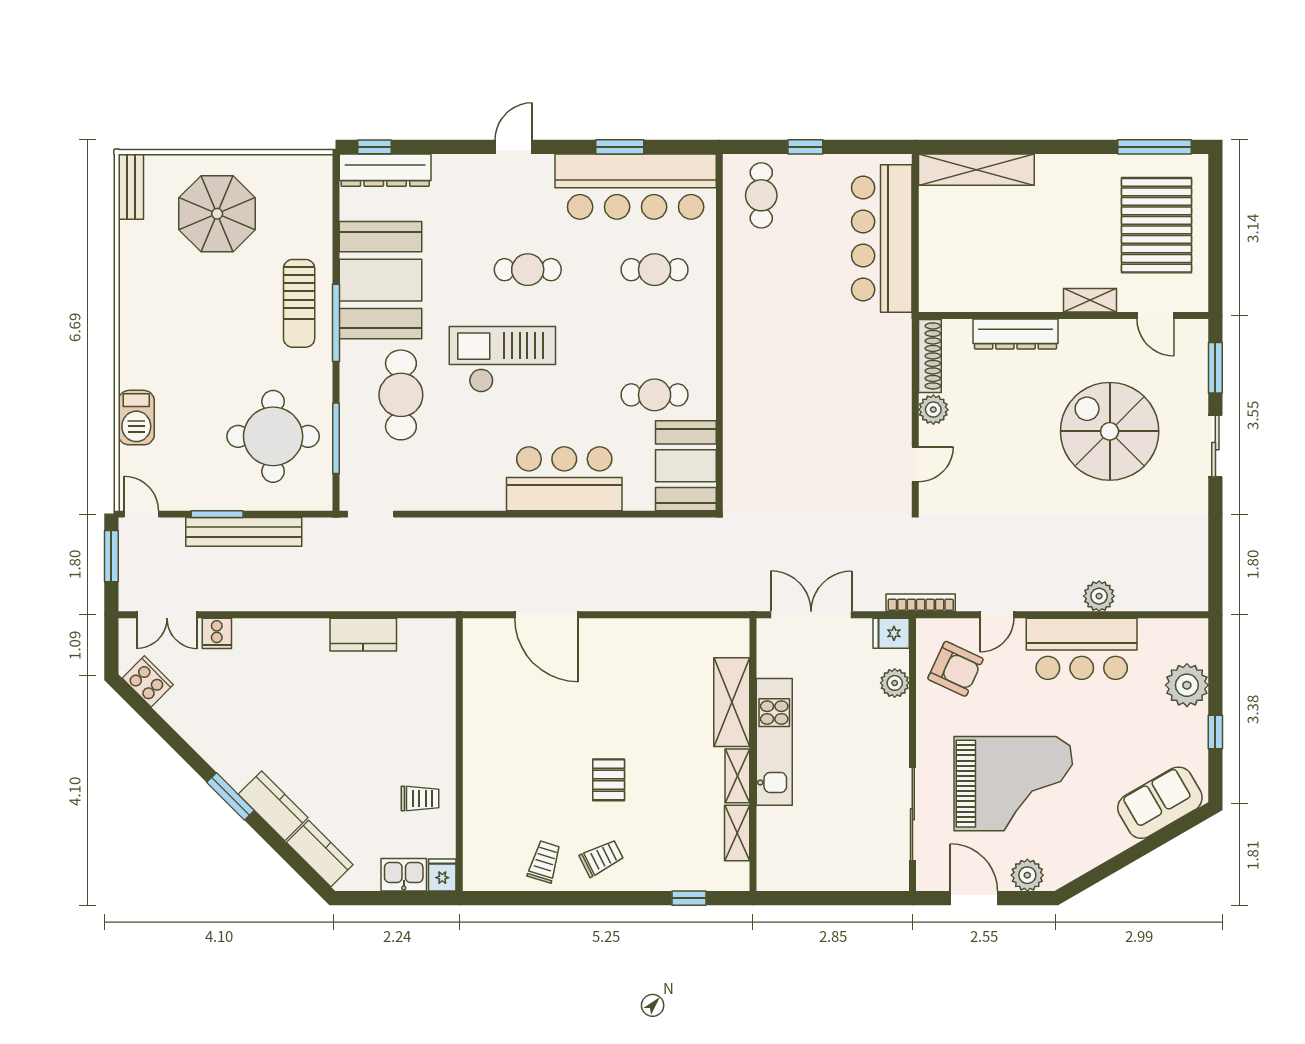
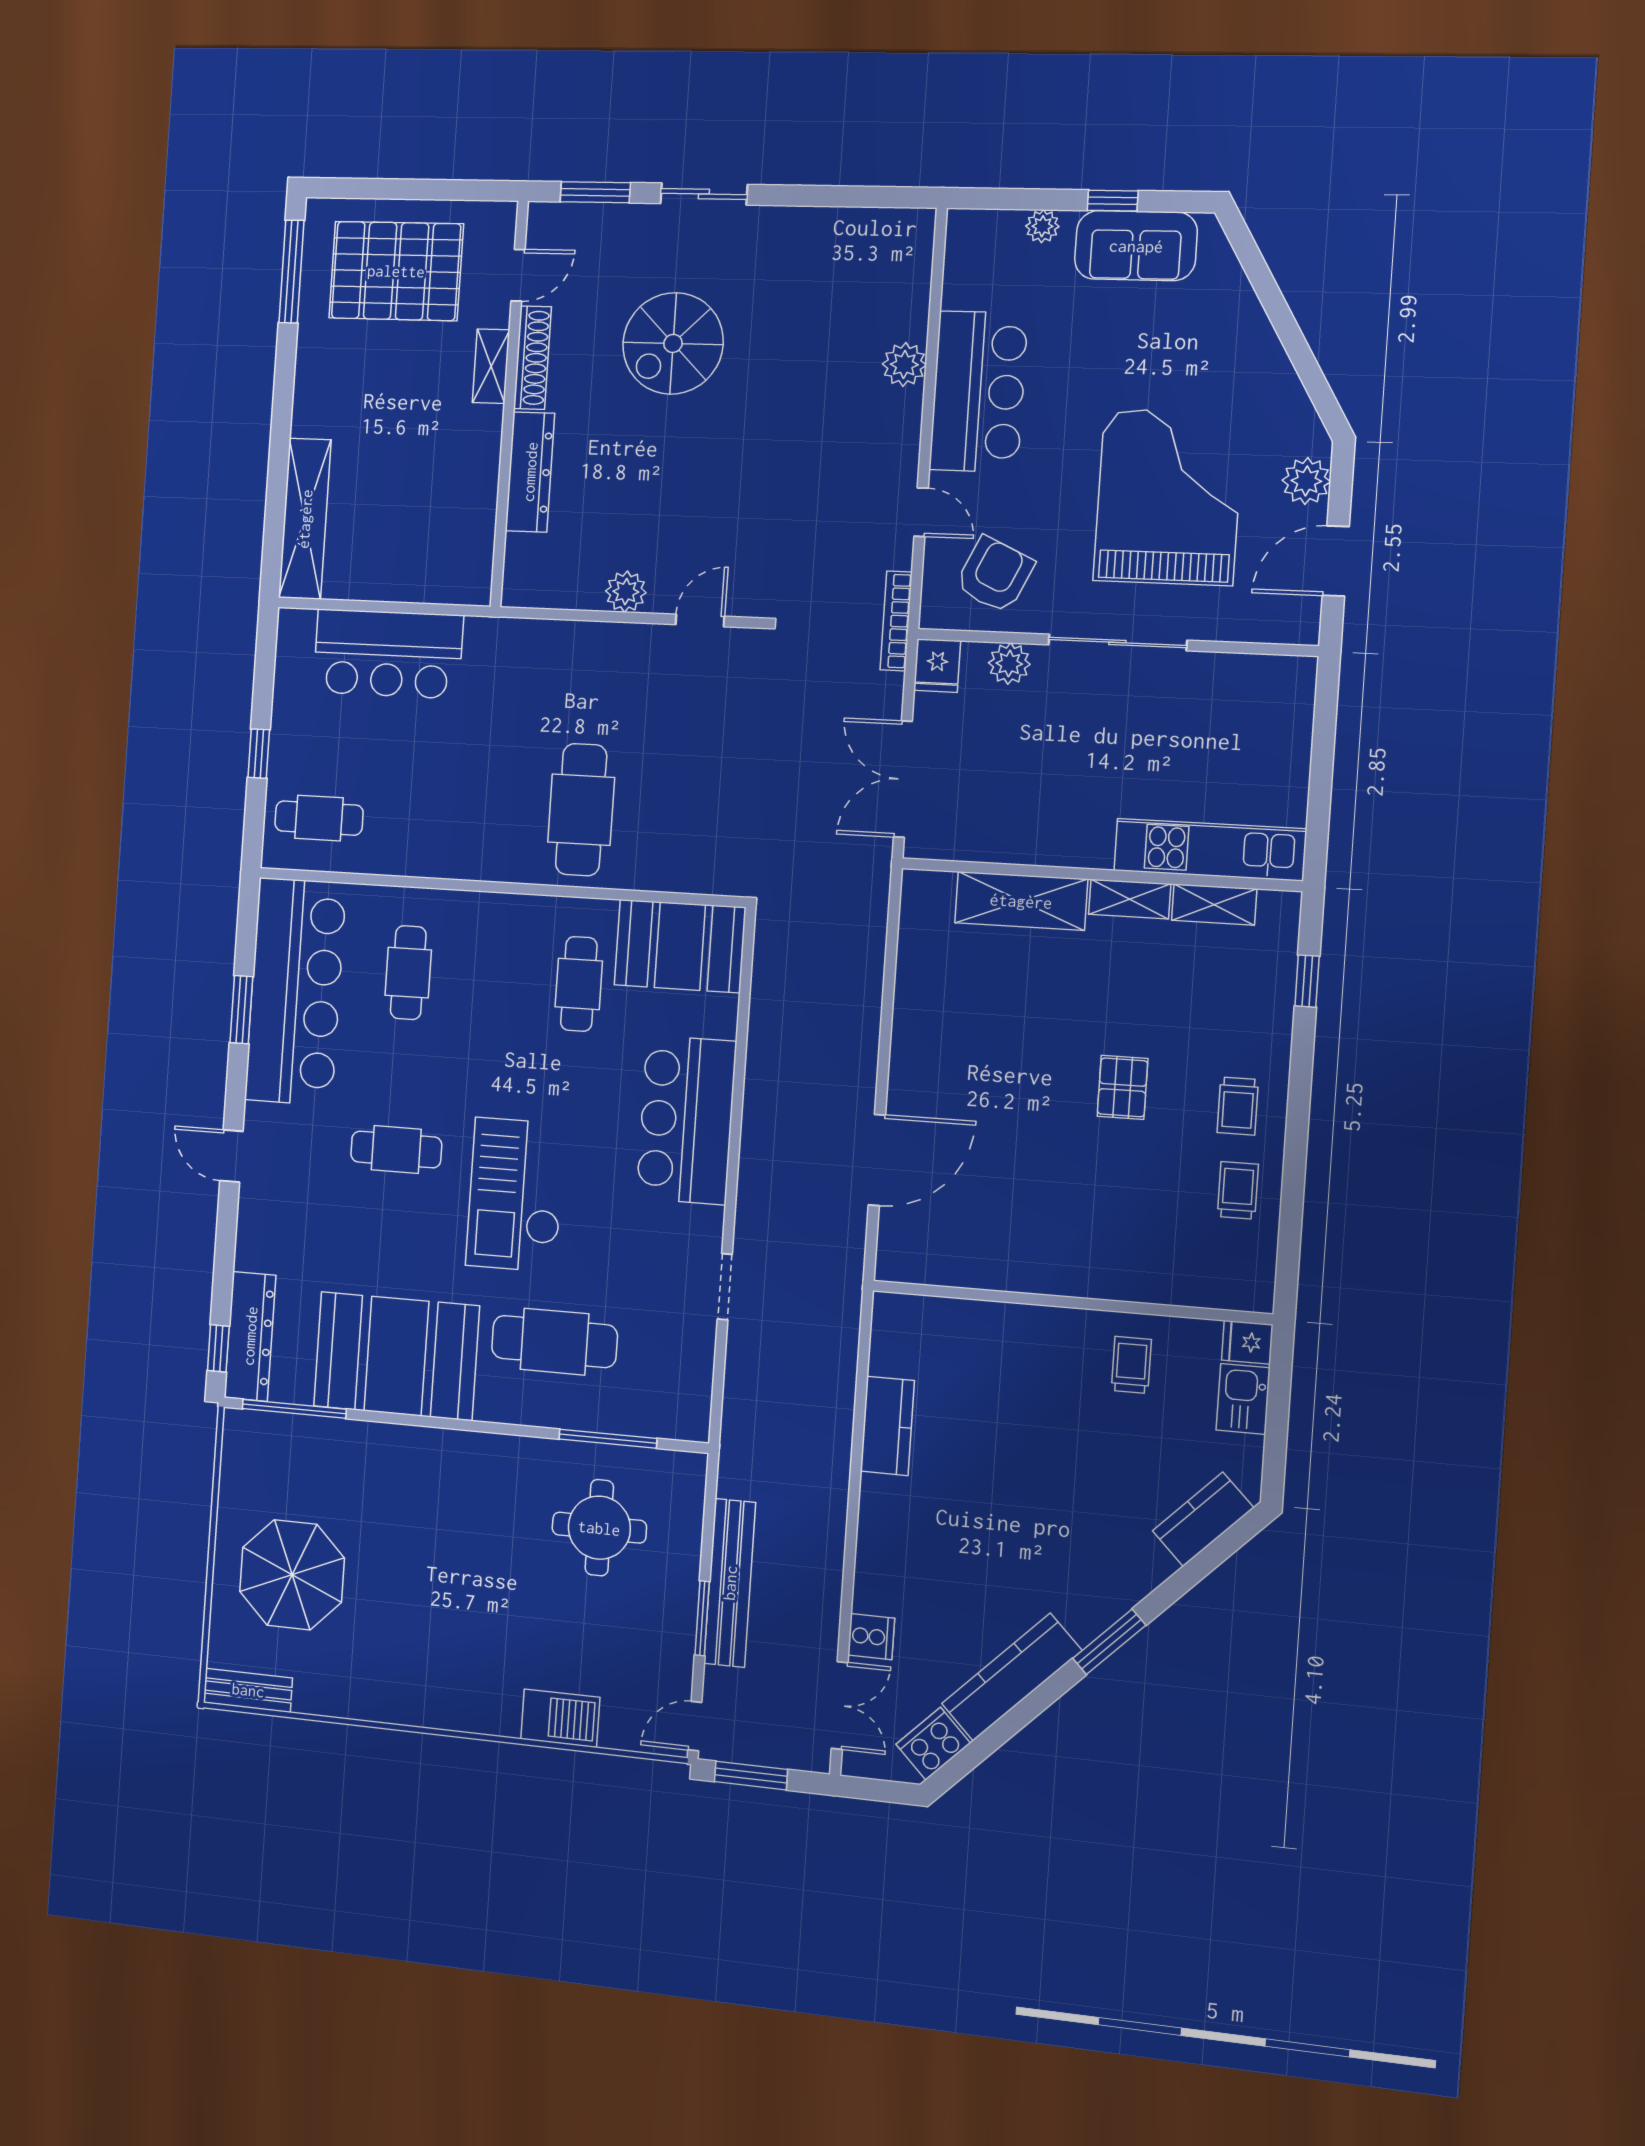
bar counter: (882, 239) -> (388, 654), width x0.73
cafe table: (528, 270) -> (396, 1150), turned 90
sun lounger: (299, 303) -> (420, 1473), removed
window: (336, 323) -> (294, 1409), moved
shoe rack: (930, 356) -> (532, 358), moved, turned 90
cafe table: (778, 388) -> (581, 810), added
spiral stairs: (1110, 431) -> (673, 343), width x0.73, depth x0.73
round table: (273, 436) -> (599, 1528), width x0.73, depth x0.73
door: (915, 464) -> (700, 620), hinge flipped
doorway: (371, 514) -> (725, 1287), moved
plant: (1187, 685) -> (1042, 226), width x0.53, depth x0.53
kitchen unit: (774, 742) -> (1210, 850), moved
pallet: (609, 780) -> (1123, 1087), turned 90
sofa: (1160, 803) -> (1136, 246), moved, turned -60
kitchen counter: (273, 806) -> (1012, 1677), moved, width x1.50
sliding door: (912, 814) -> (1117, 642), moved
trolley: (601, 858) -> (1238, 1106), turned -153
trolley: (544, 862) -> (1238, 1190), turned 73

